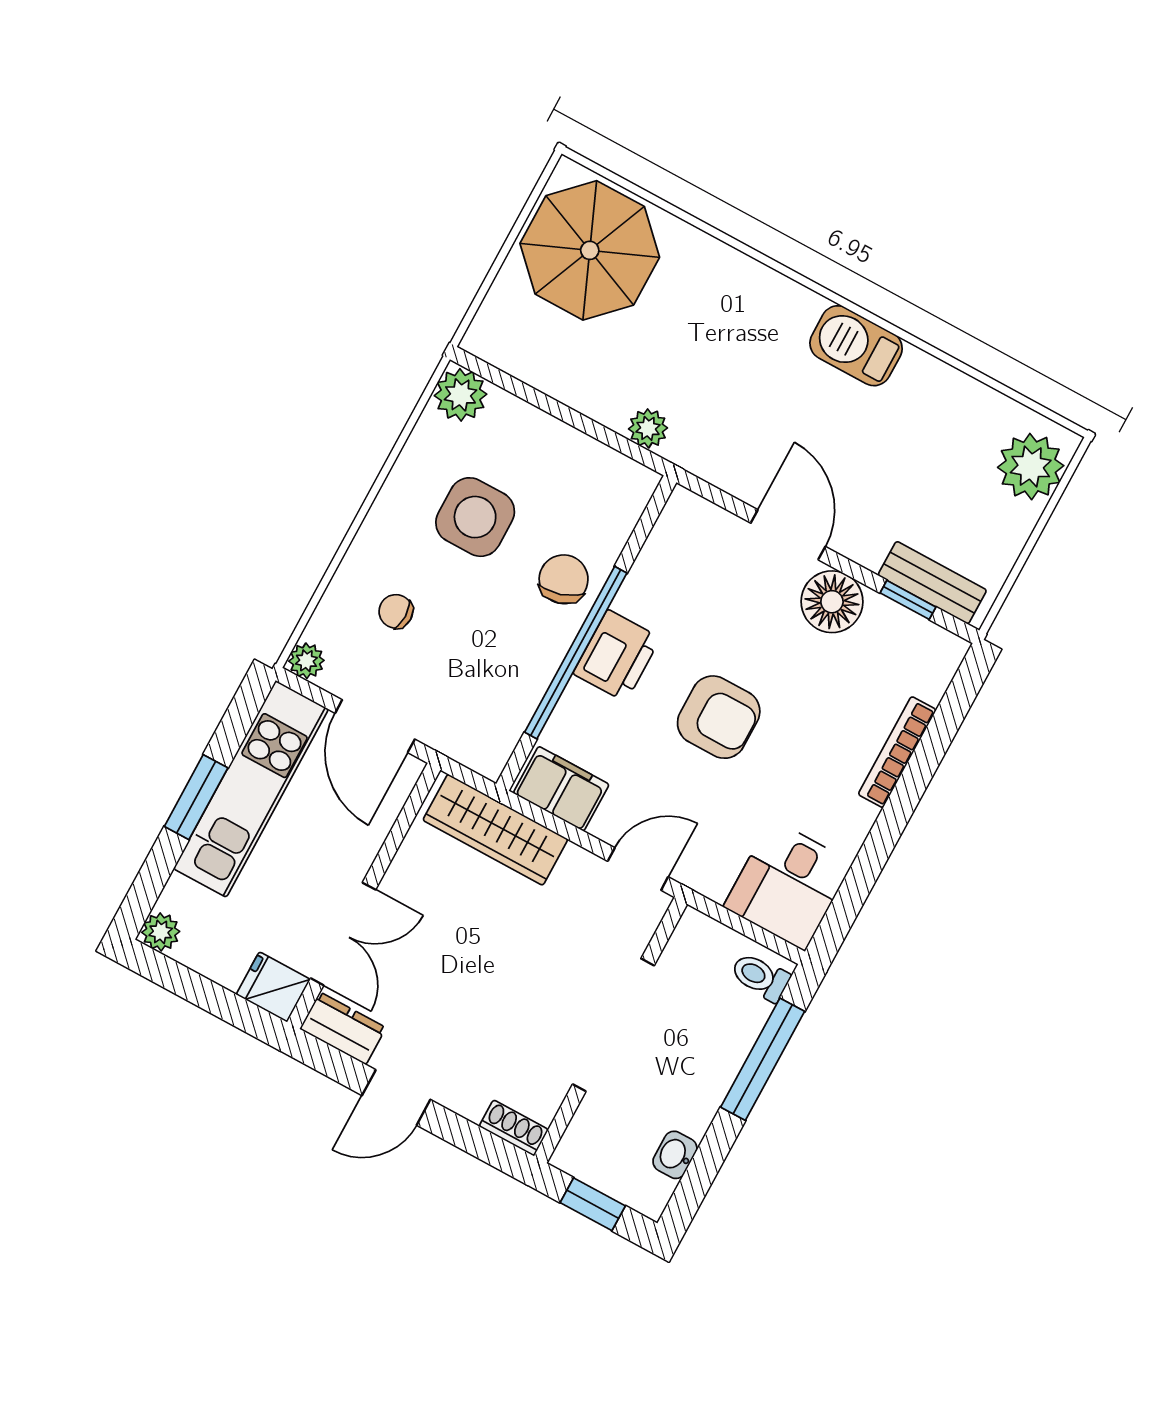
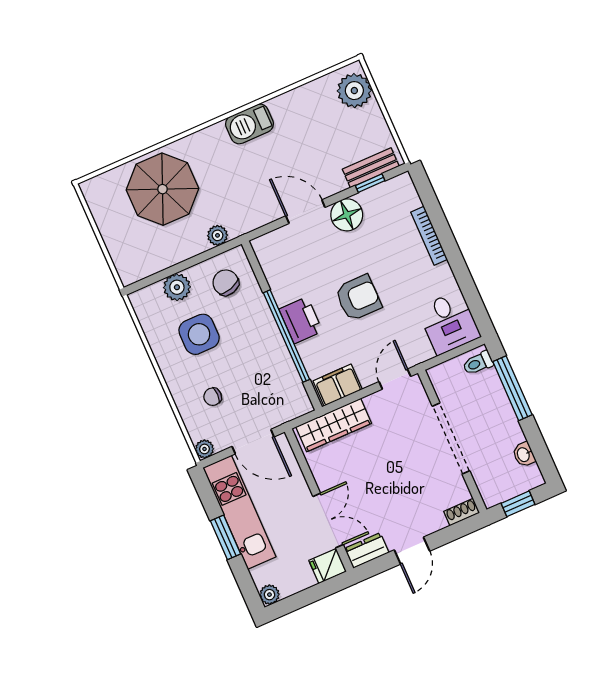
parasol: (590, 250) -> (163, 189), moved
plant: (460, 395) -> (177, 287), moved
chair: (564, 579) -> (226, 283), moved

